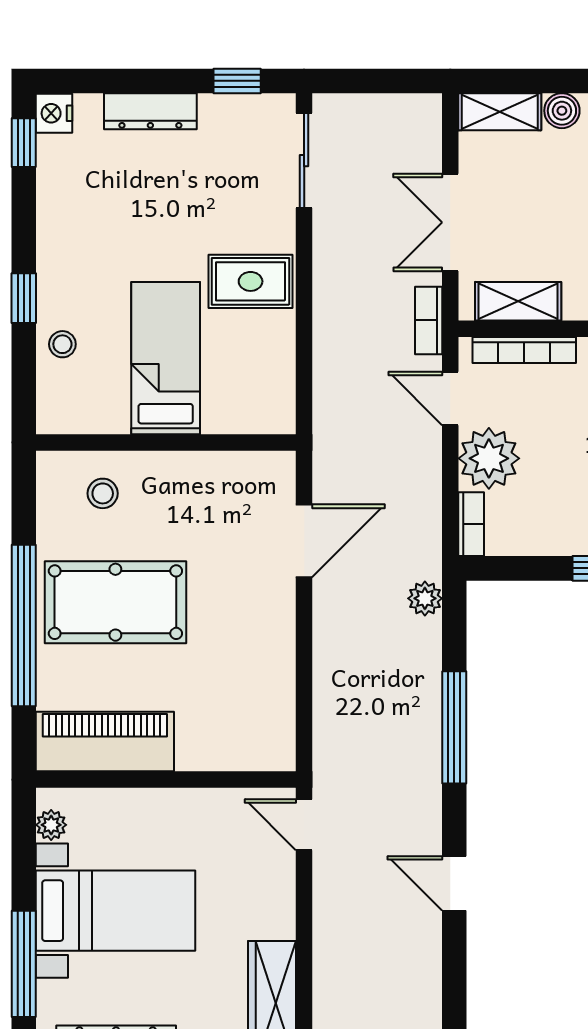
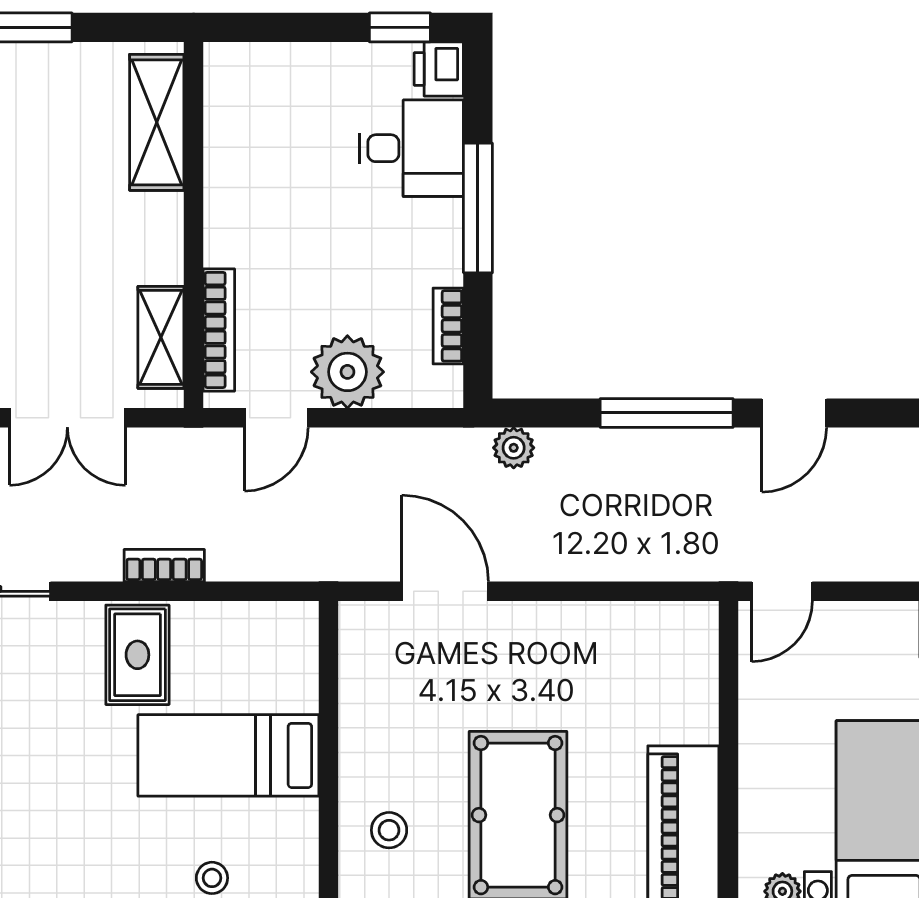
bookcase: (429, 320) -> (164, 566), moved, turned 180
bookcase: (471, 524) -> (448, 326), moved, turned -90
door: (454, 883) -> (794, 413), moved

